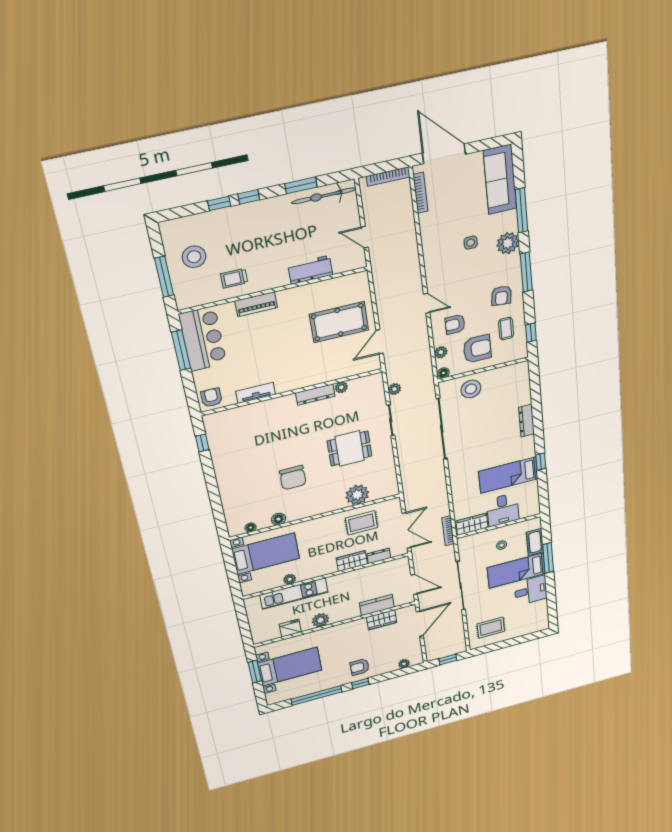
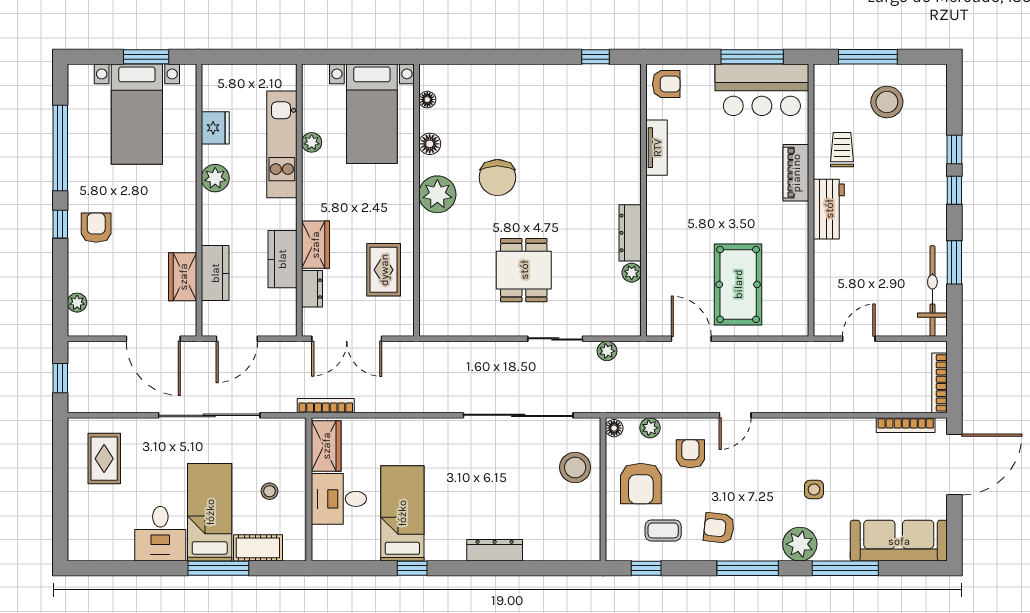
workbench: (310, 270) -> (829, 209), moved
chair: (293, 478) -> (497, 178), turned -90
plant: (357, 495) -> (437, 194), moved
kitchen counter: (363, 575) -> (282, 259), added

